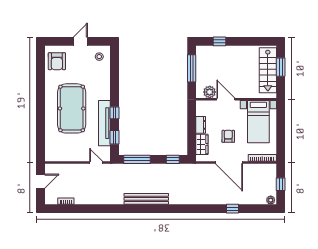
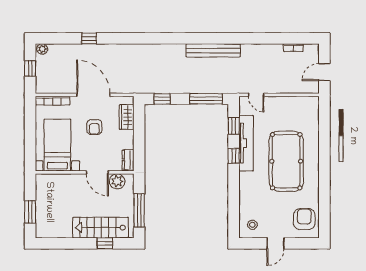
stairs: (268, 70) -> (100, 228), moved, turned -90
dresser: (201, 125) -> (128, 160), moved
bench: (146, 199) -> (213, 50), moved

